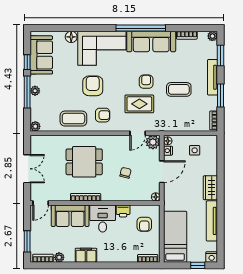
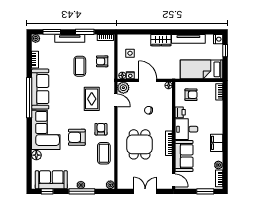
window: (27, 62) -> (47, 191), moved
armchair: (146, 82) -> (102, 61), moved

